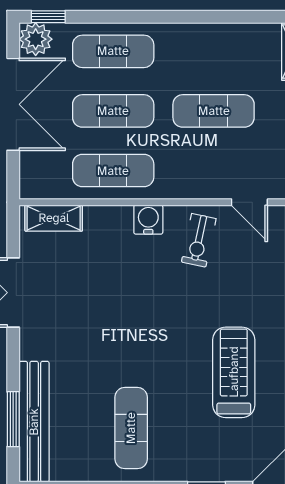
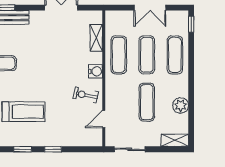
plant: (36, 39) -> (181, 105), moved
double door: (13, 104) -> (150, 8), width x0.73
shelving: (54, 218) -> (96, 38), moved

